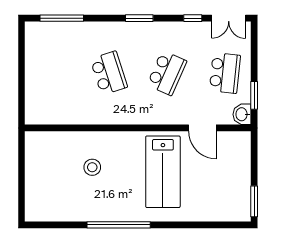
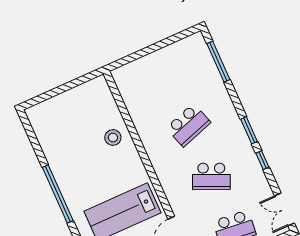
window: (193, 18) -> (262, 160), moved
stool: (92, 167) -> (113, 138), moved

